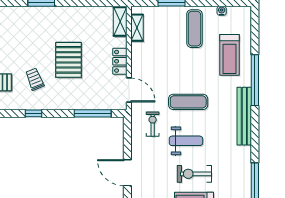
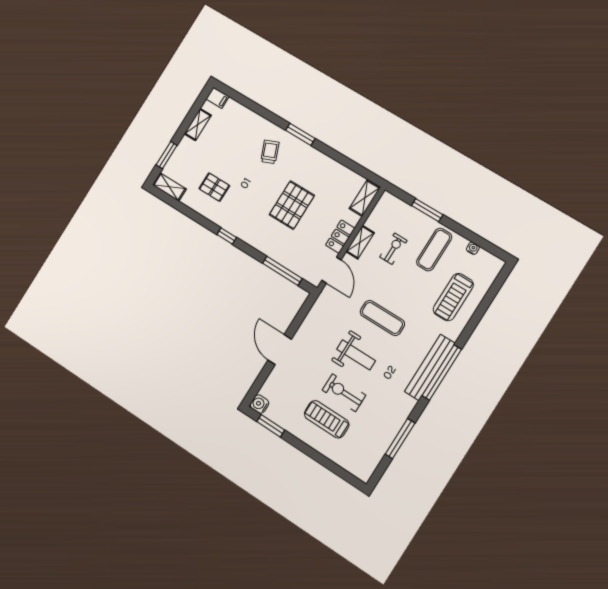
shelving: (137, 28) -> (360, 242), moved
trolley: (35, 79) -> (270, 152), moved
window: (255, 80) -> (442, 373), moved
exercise bike: (153, 124) -> (393, 249), moved

